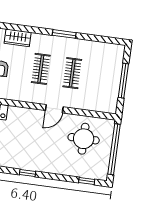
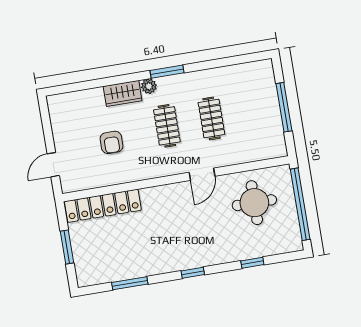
window: (64, 34) -> (167, 72), moved
plant: (37, 38) -> (149, 86), added
window: (87, 181) -> (252, 263), moved

